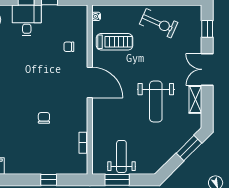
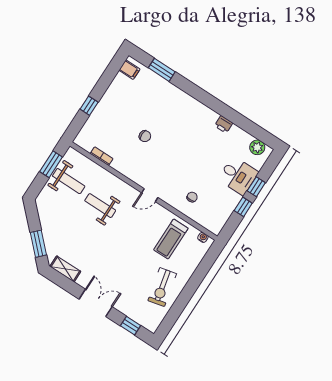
exercise bike: (159, 23) -> (162, 287), turned -37
door: (90, 82) -> (150, 195), width x0.53
shelving: (195, 99) -> (65, 269), moved
weight bench: (156, 102) -> (100, 206), moved, width x0.73, depth x0.75

